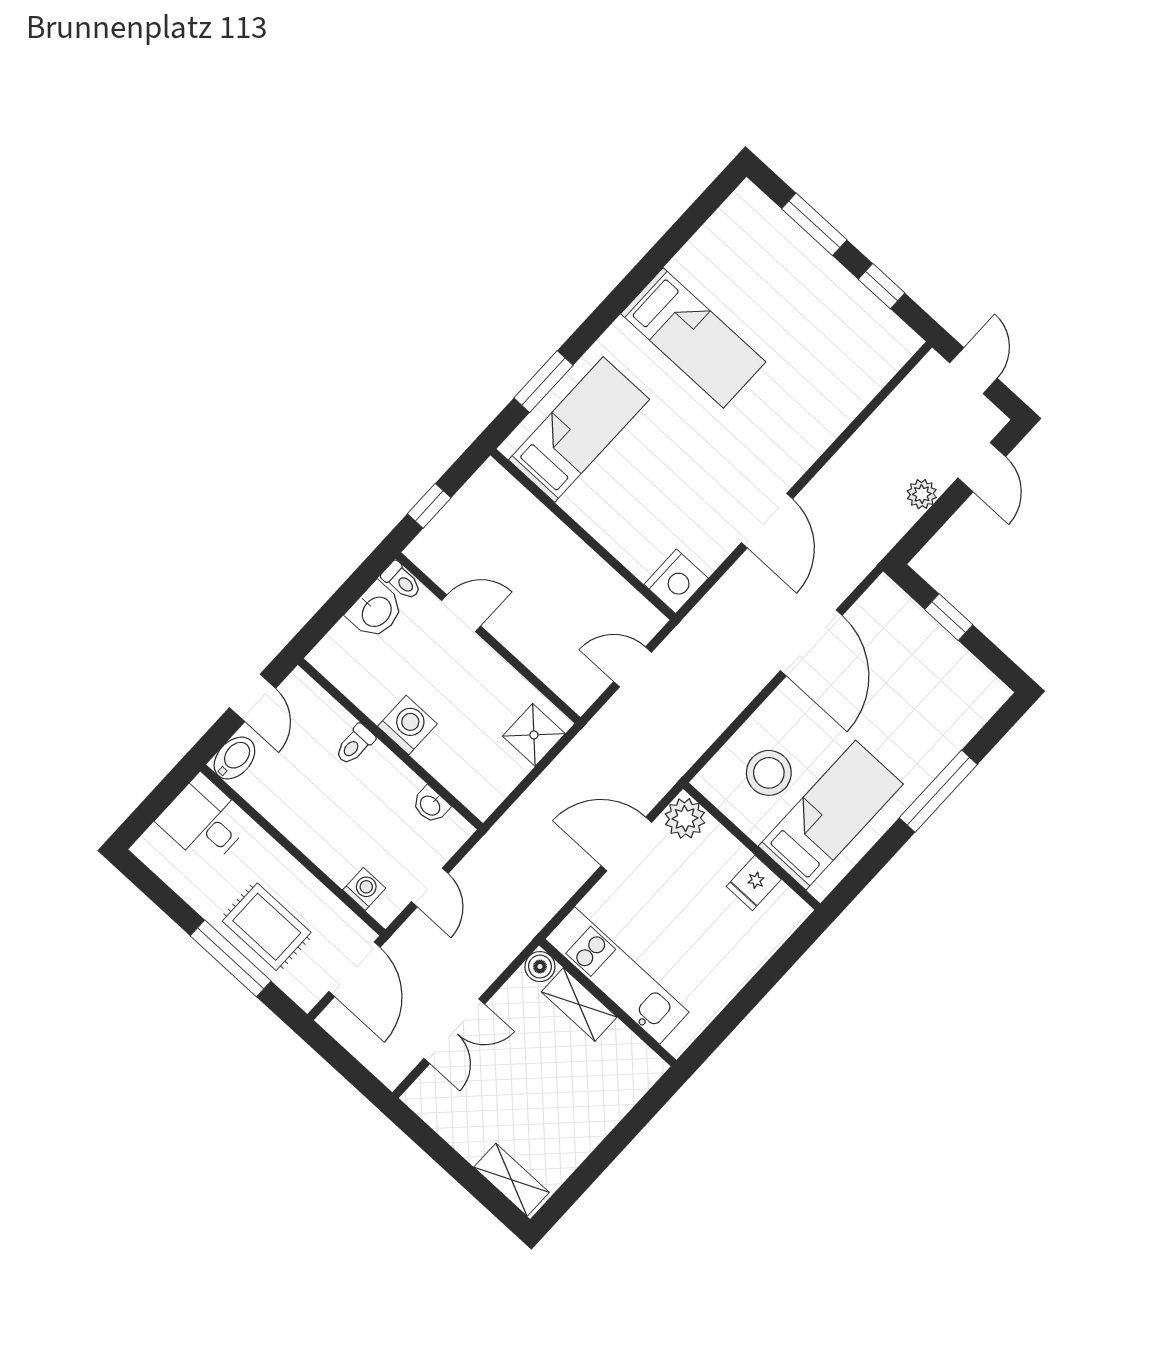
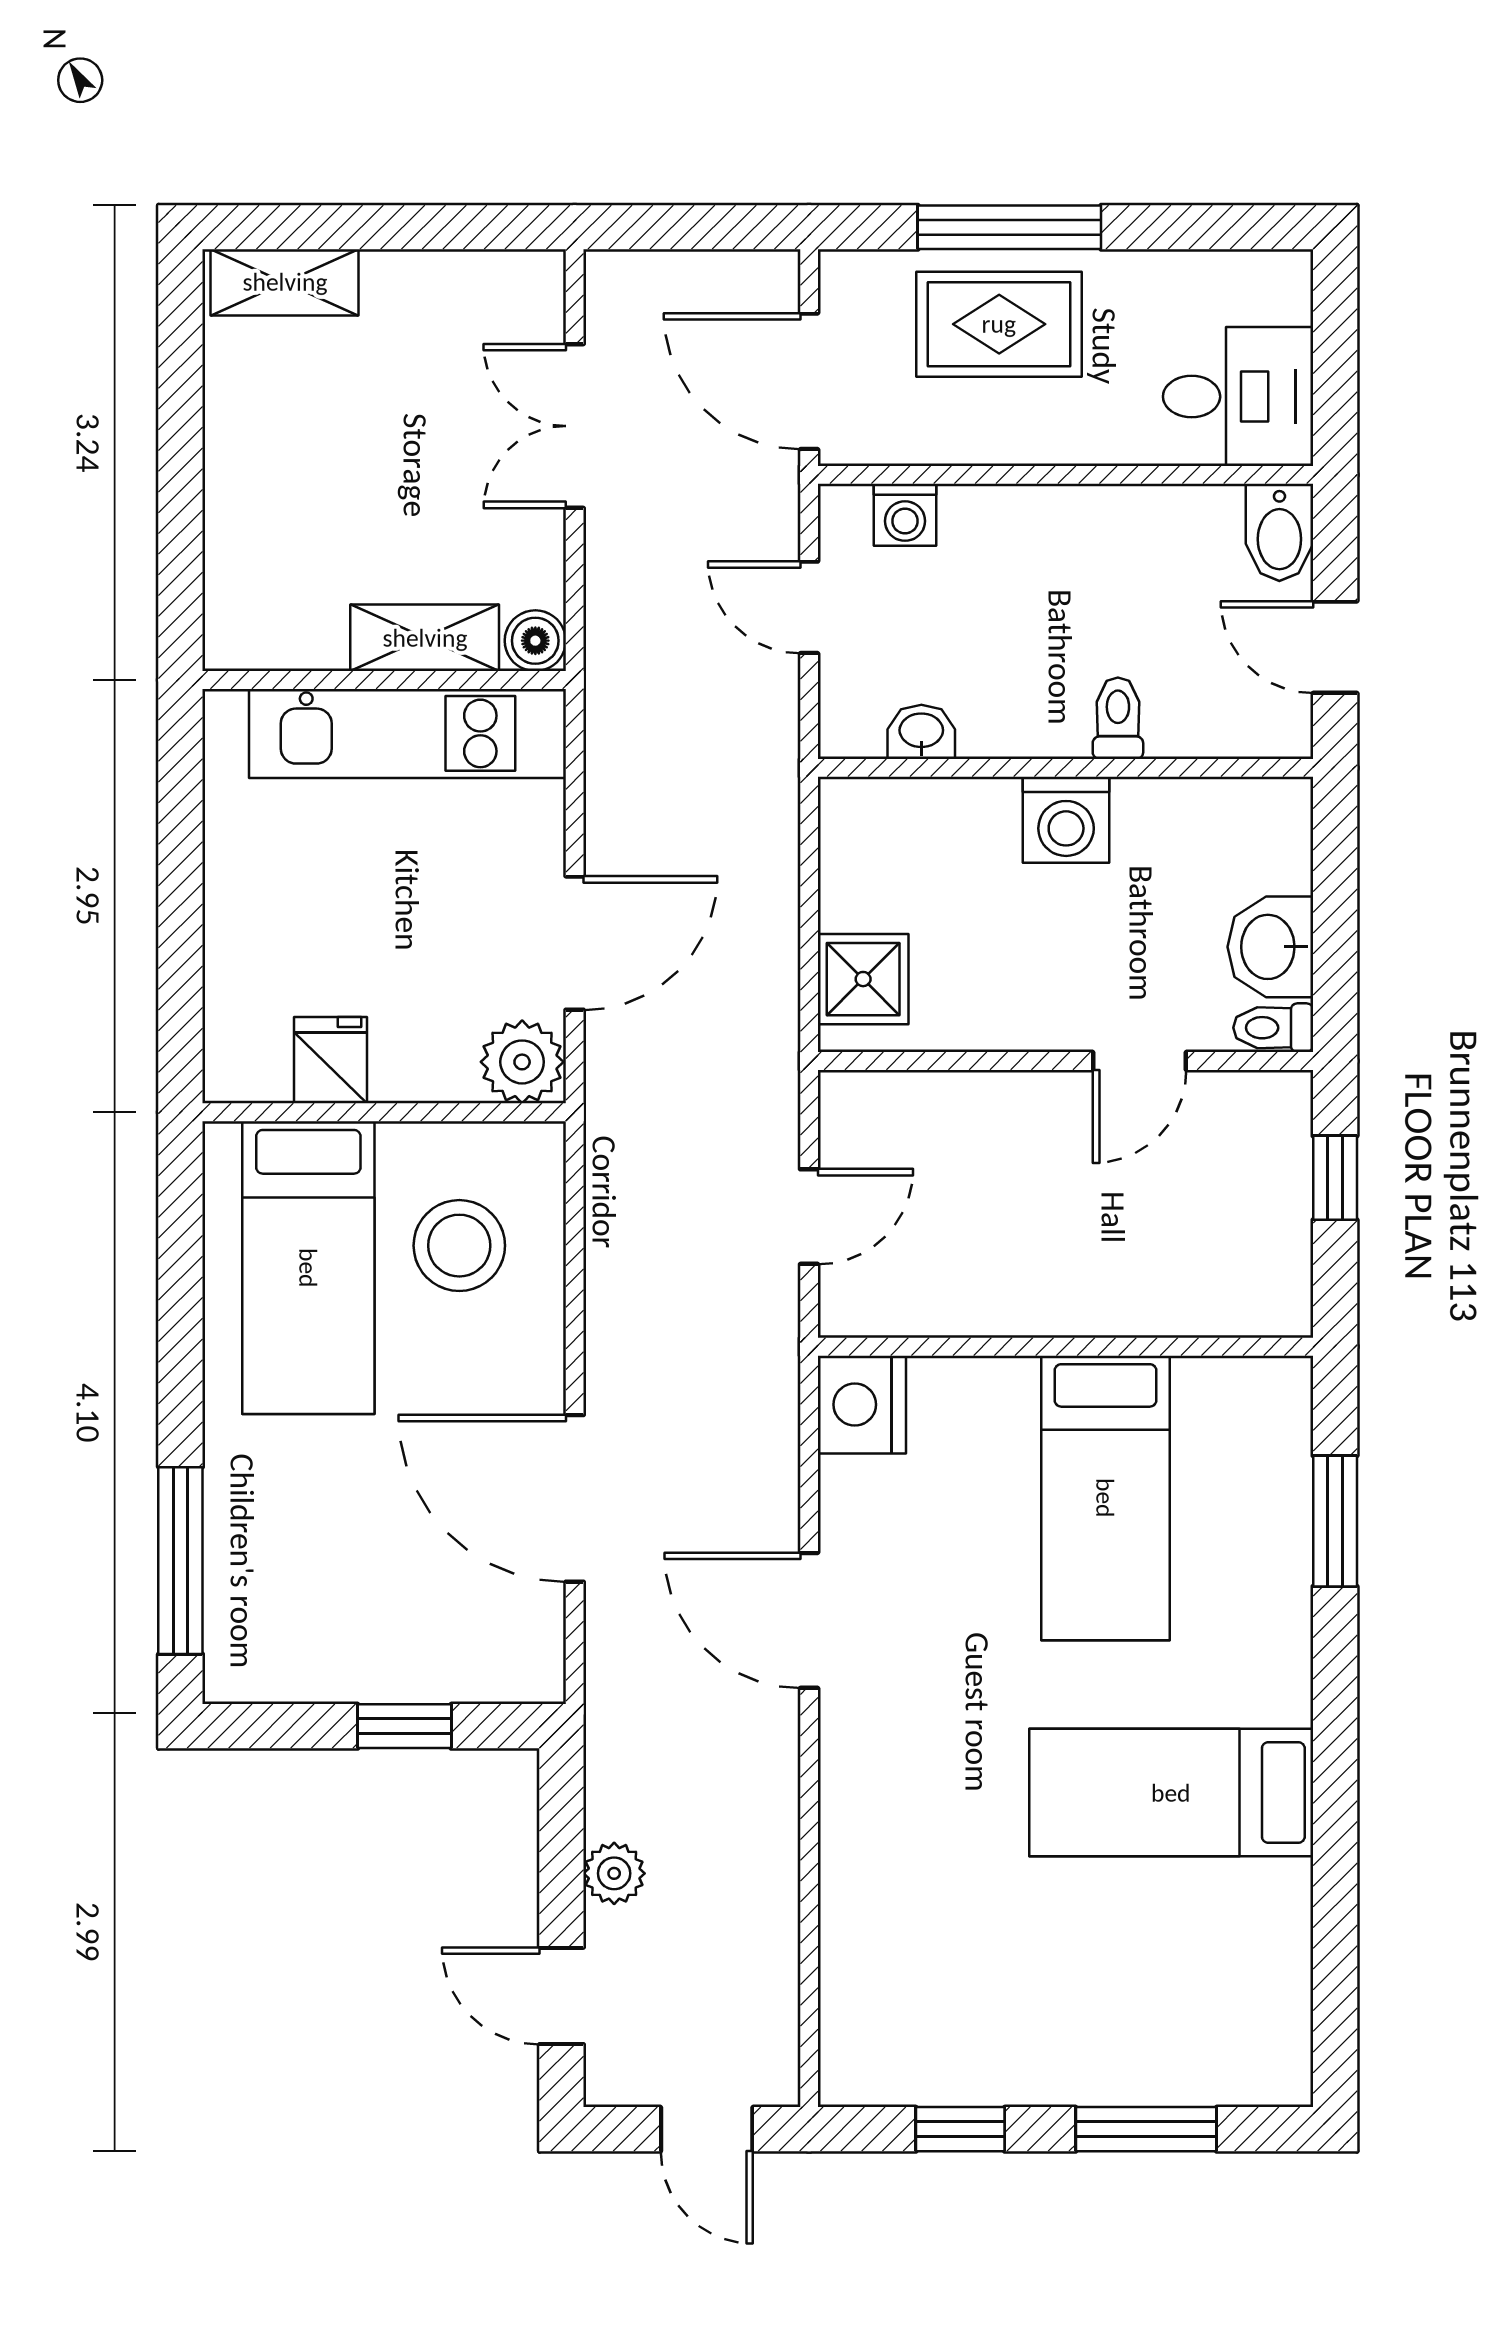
bed: (579, 430) -> (1105, 1498), moved
window: (938, 791) -> (180, 1561), moved

